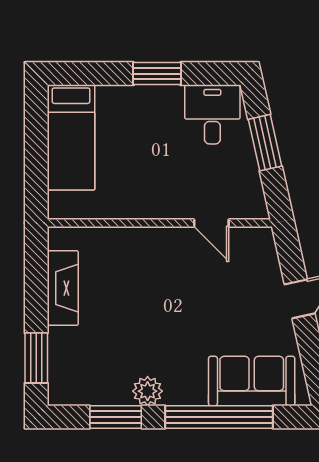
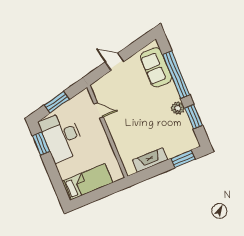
window: (157, 74) -> (41, 144), moved
desk: (212, 114) -> (62, 137), width x1.87, depth x1.30
door: (211, 223) -> (99, 110), hinge flipped

